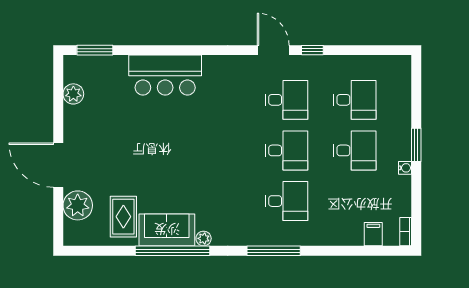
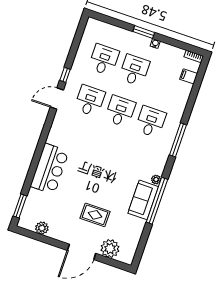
rug: (123, 217) -> (95, 215), moved

